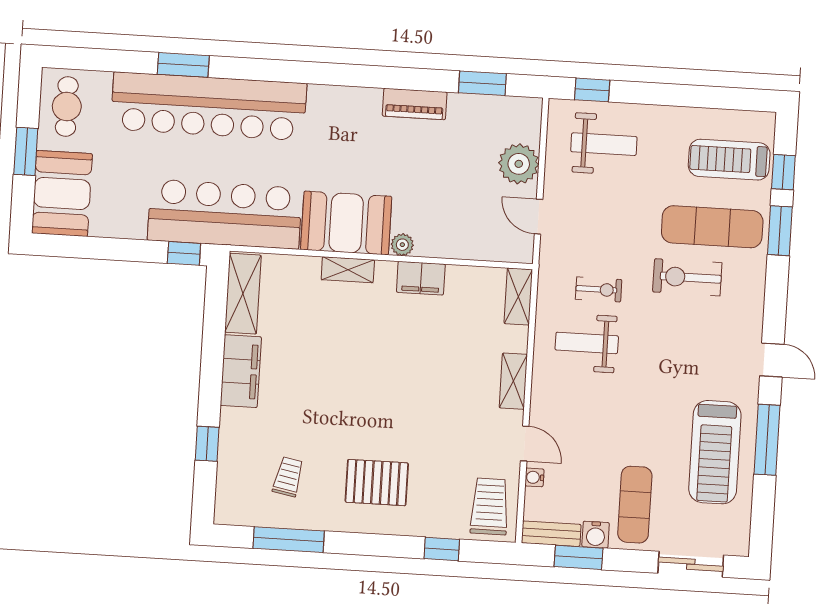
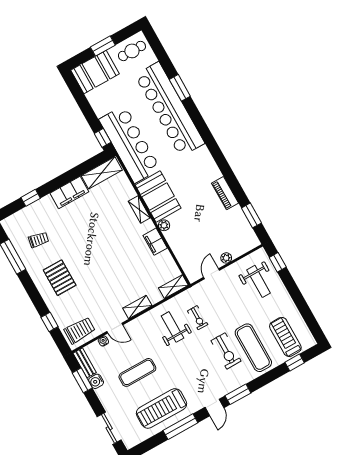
plant: (519, 164) -> (226, 258), width x0.53, depth x0.53
window: (780, 231) -> (238, 394), moved
exercise bike: (687, 277) -> (226, 351), turned 180
door: (525, 444) -> (115, 328), hinge flipped
exercise mat: (635, 505) -> (137, 372), moved

